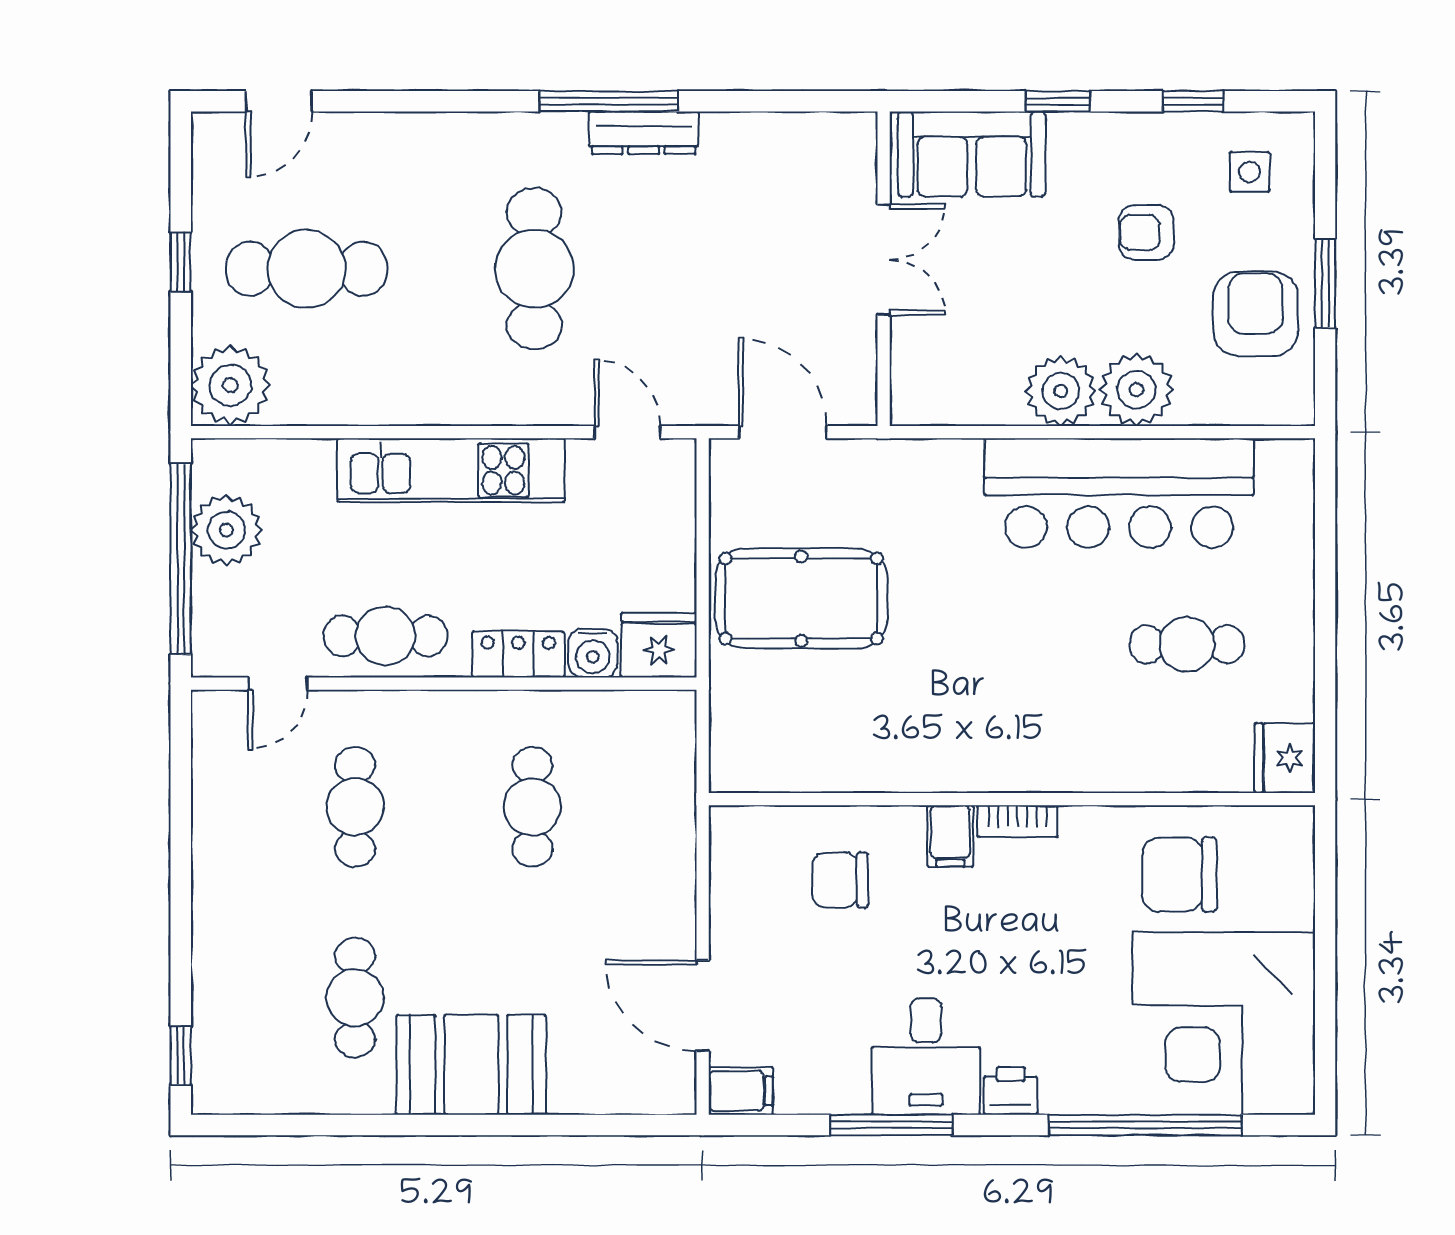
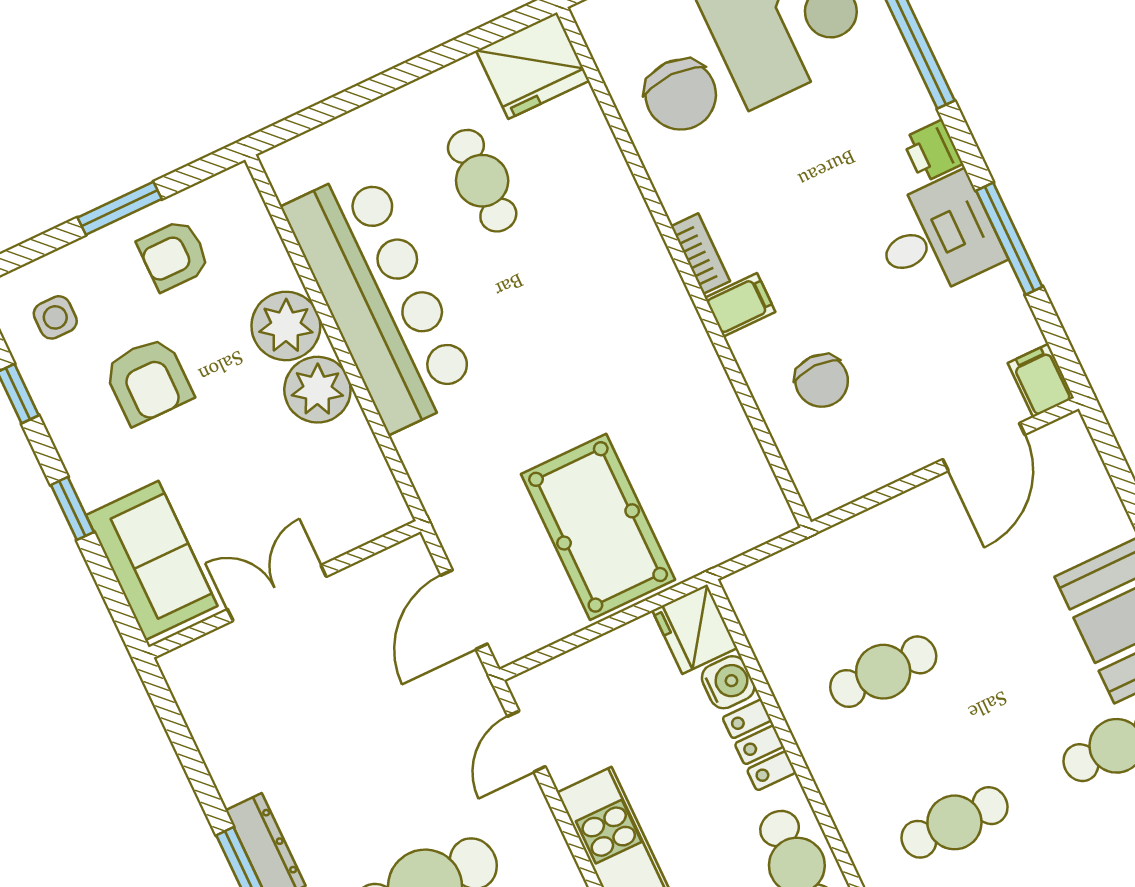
armchair: (1146, 232) -> (148, 381), width x1.38, depth x1.38
armchair: (1256, 314) -> (174, 255), width x0.72, depth x0.72
fridge: (1285, 758) -> (533, 66), width x1.36, depth x1.34

